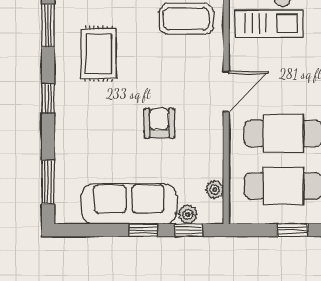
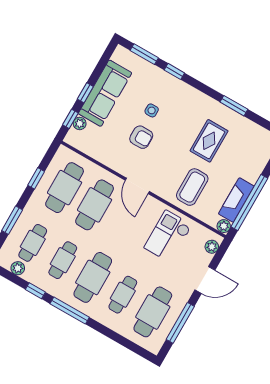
rug: (99, 54) -> (209, 141), moved, turned 90
window: (48, 99) -> (174, 71), moved
side table: (116, 130) -> (152, 110), added
plant: (215, 190) -> (85, 147), removed

